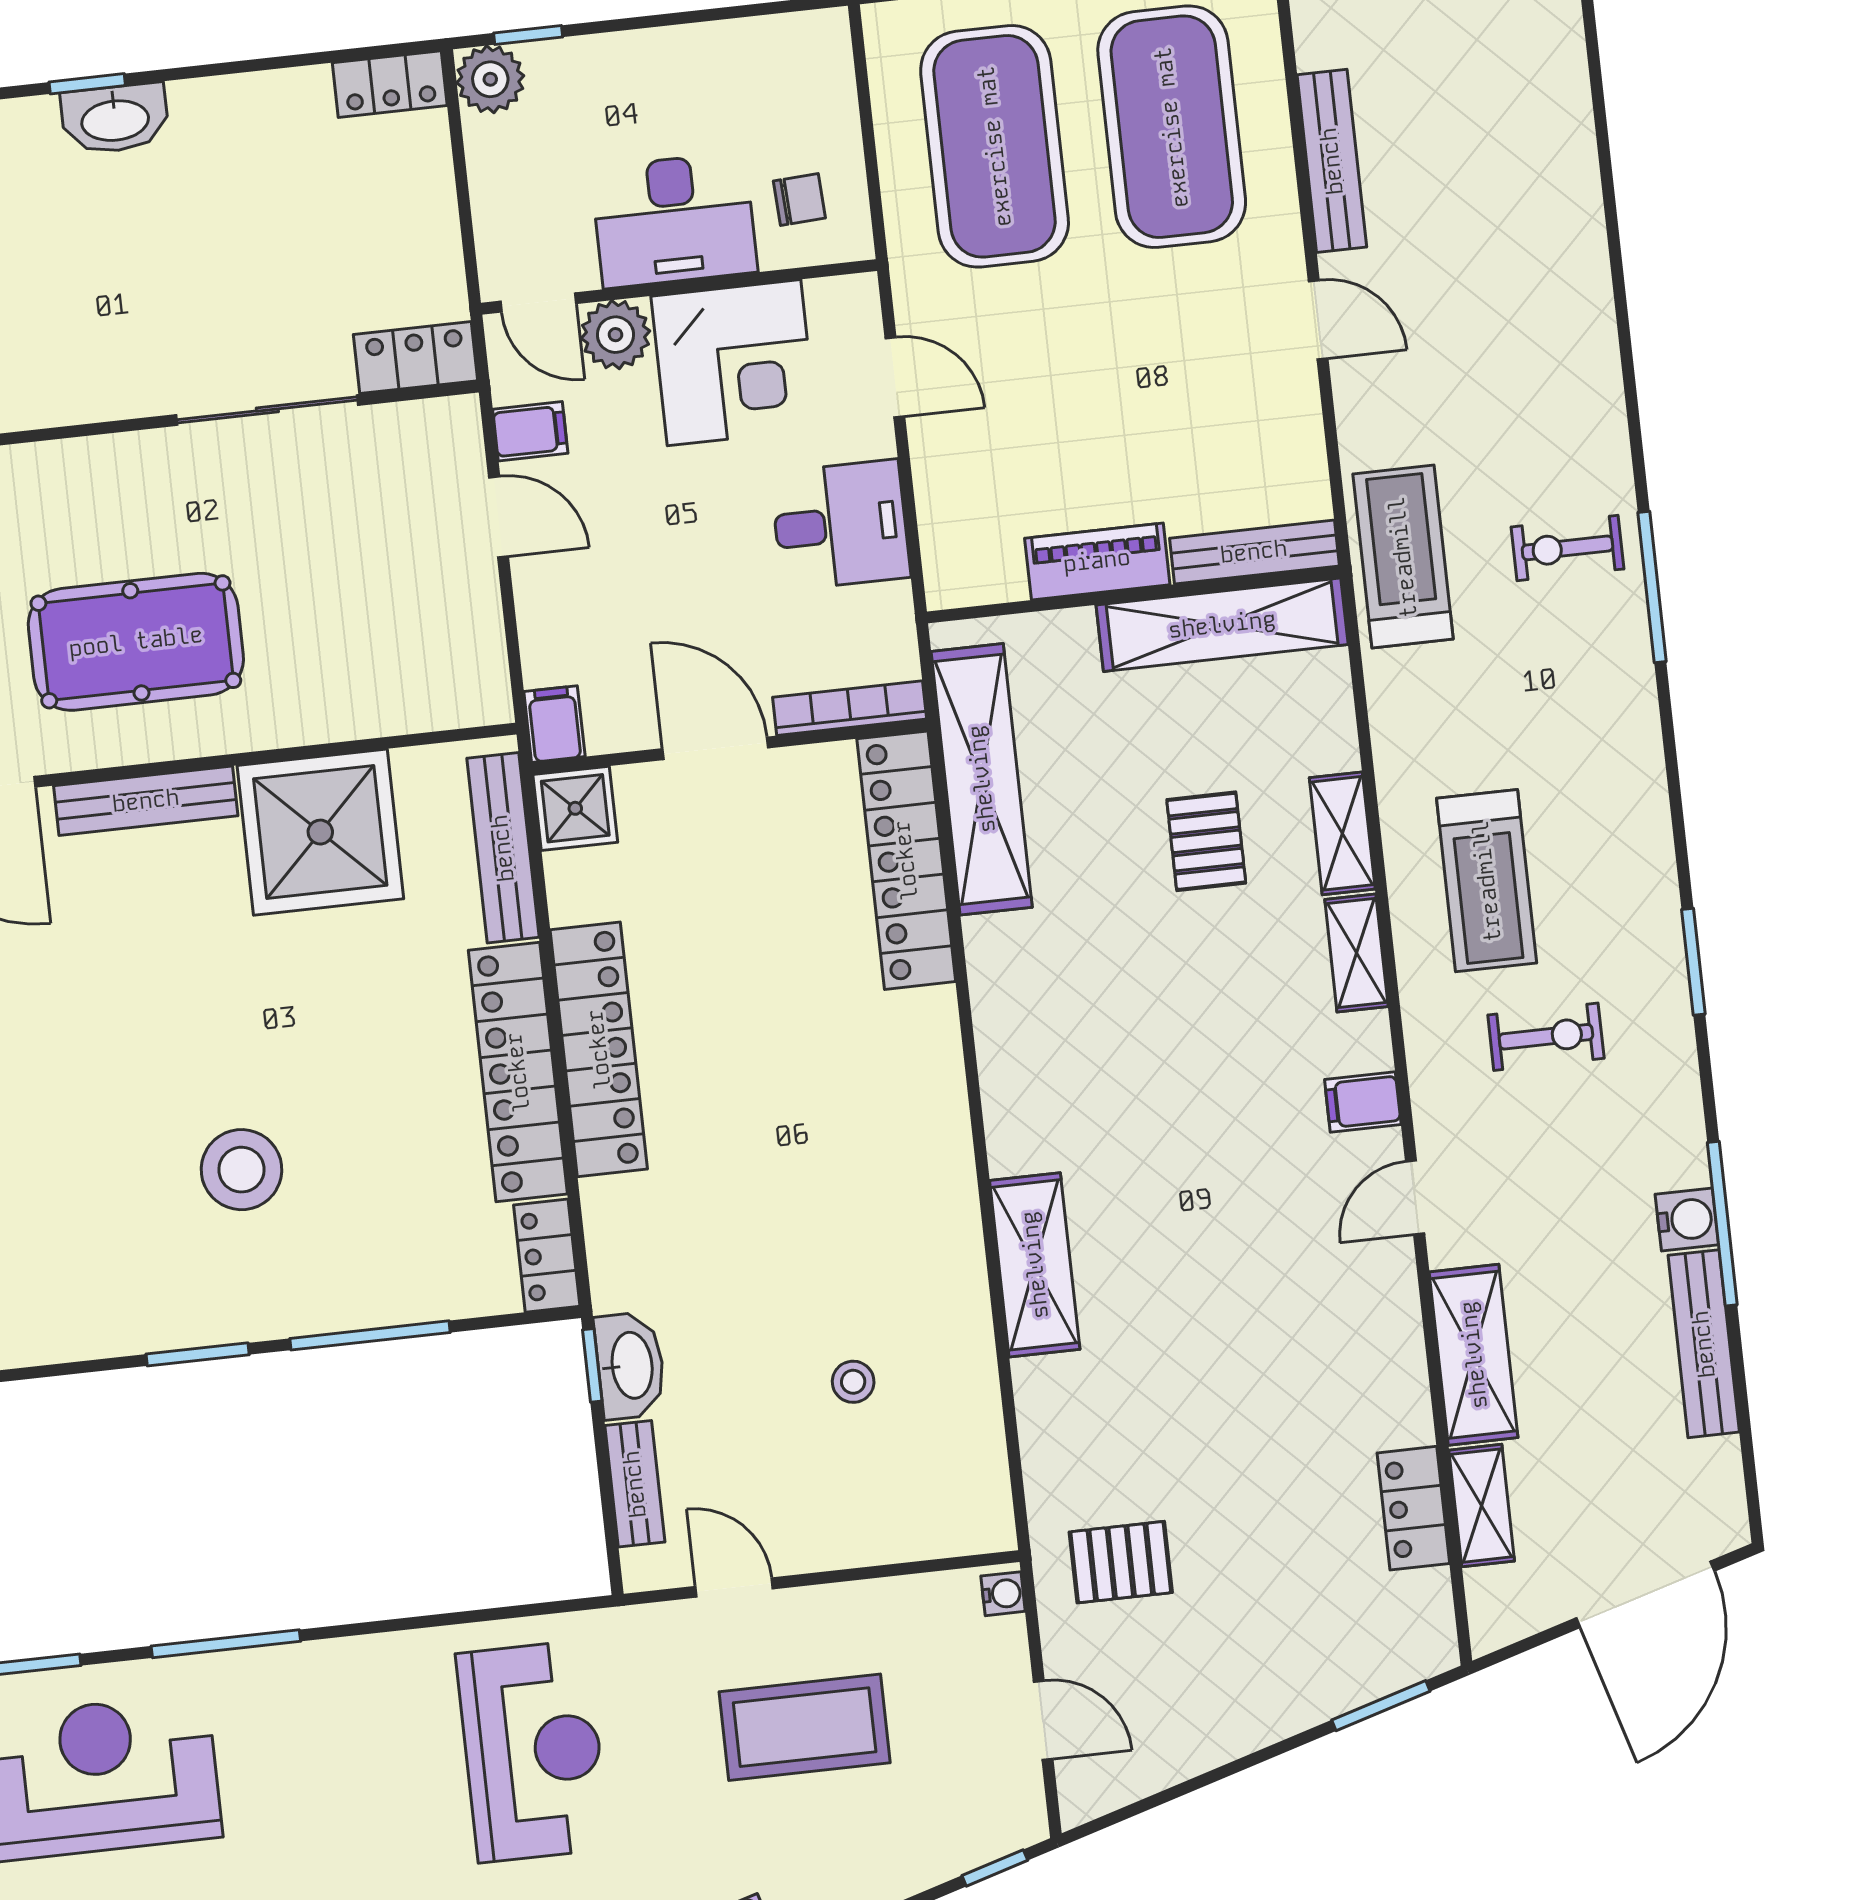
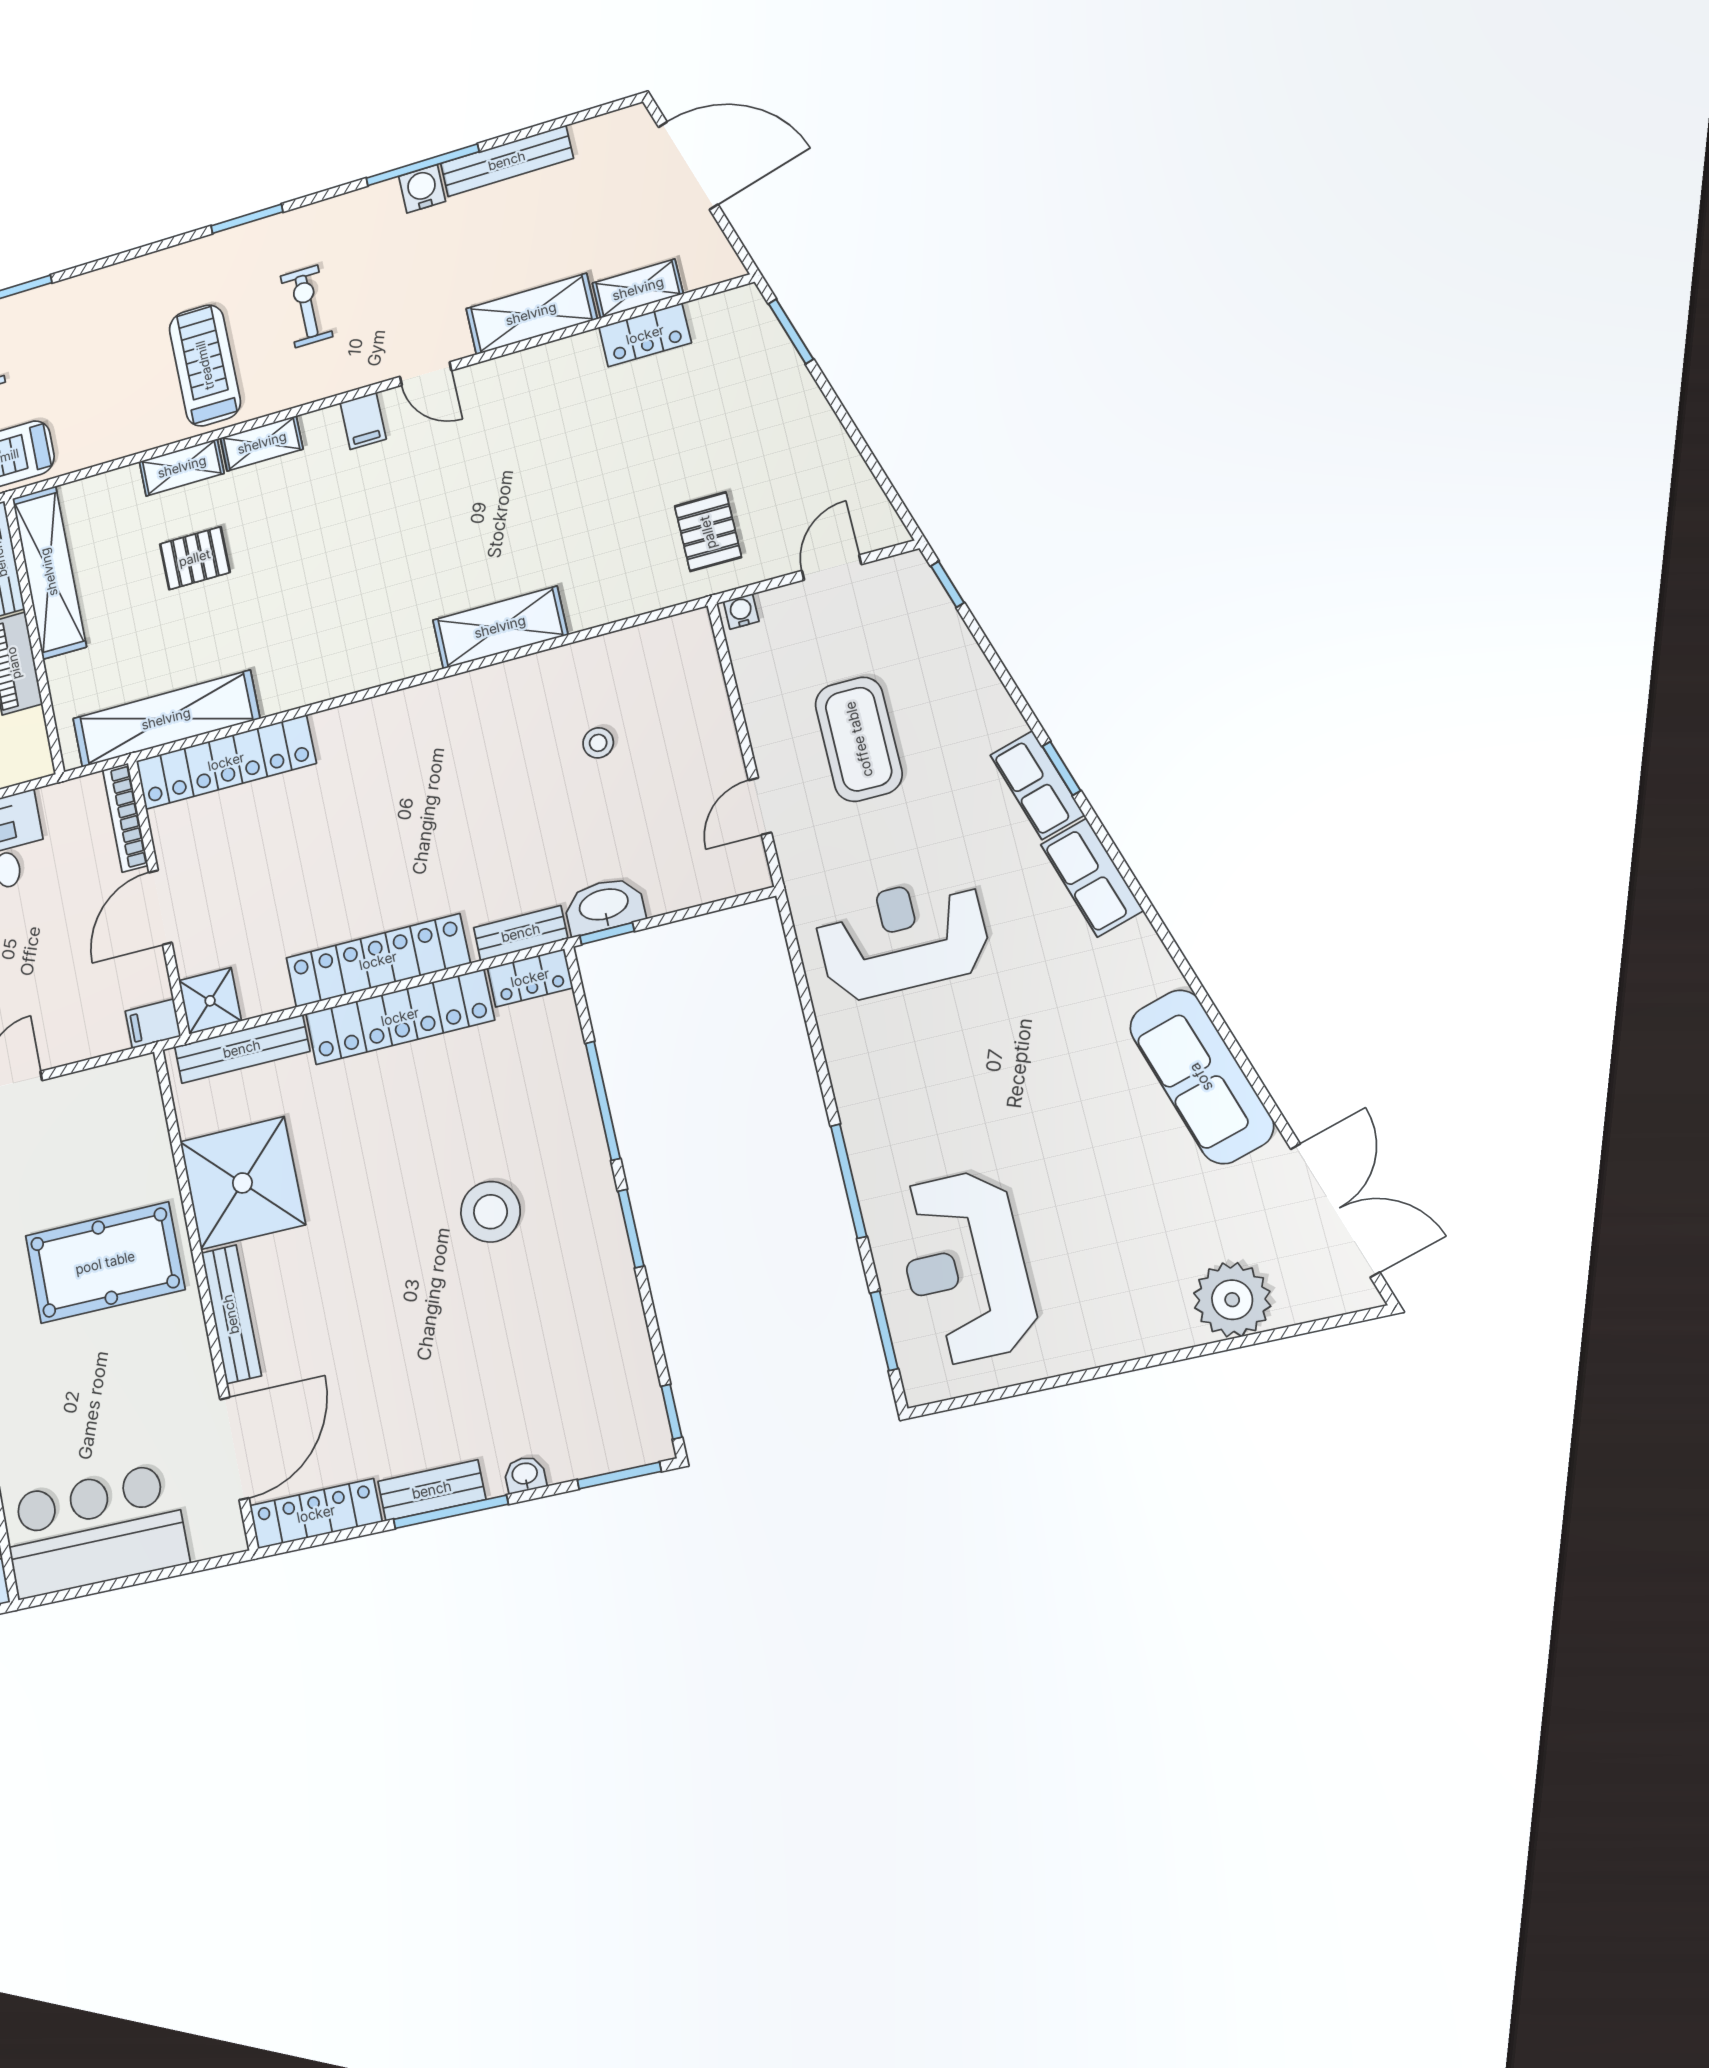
pool table: (136, 642) -> (105, 1263), moved, turned 90
treadmill: (1487, 881) -> (205, 365), turned -90
bench: (635, 1484) -> (521, 933), moved

